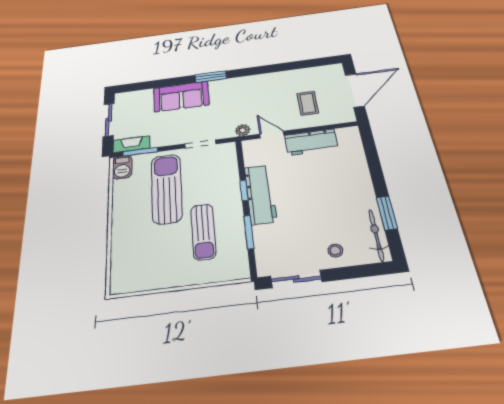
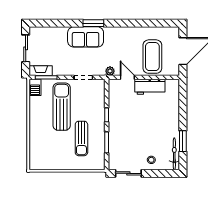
sofa: (181, 97) -> (86, 37), moved
coffee table: (308, 103) -> (152, 57), width x1.86, depth x1.72
workbench: (260, 194) -> (116, 119), removed

